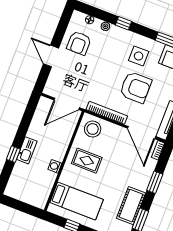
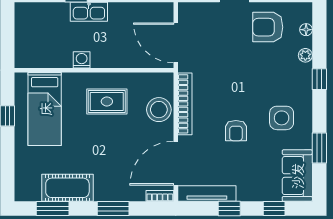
armchair: (136, 87) -> (236, 131), width x0.53, depth x0.53
stool: (93, 129) -> (159, 110), moved
rug: (87, 161) -> (107, 101), turned 90

